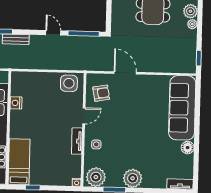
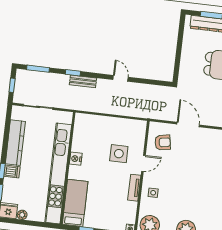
window: (84, 34) -> (151, 82), removed
side table: (69, 83) -> (119, 154), moved
nightstand: (16, 103) -> (76, 159), moved

